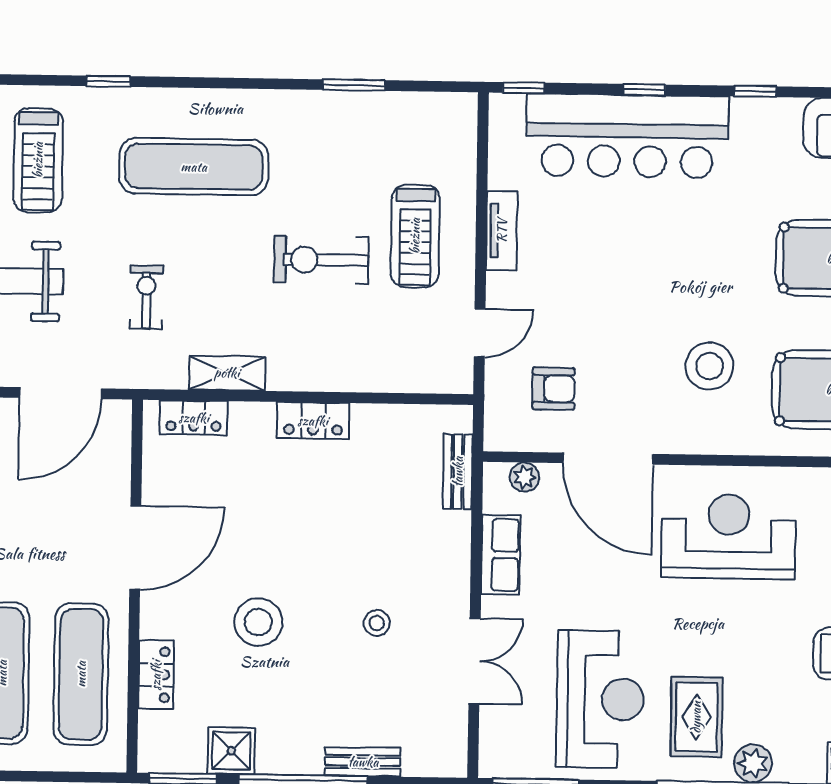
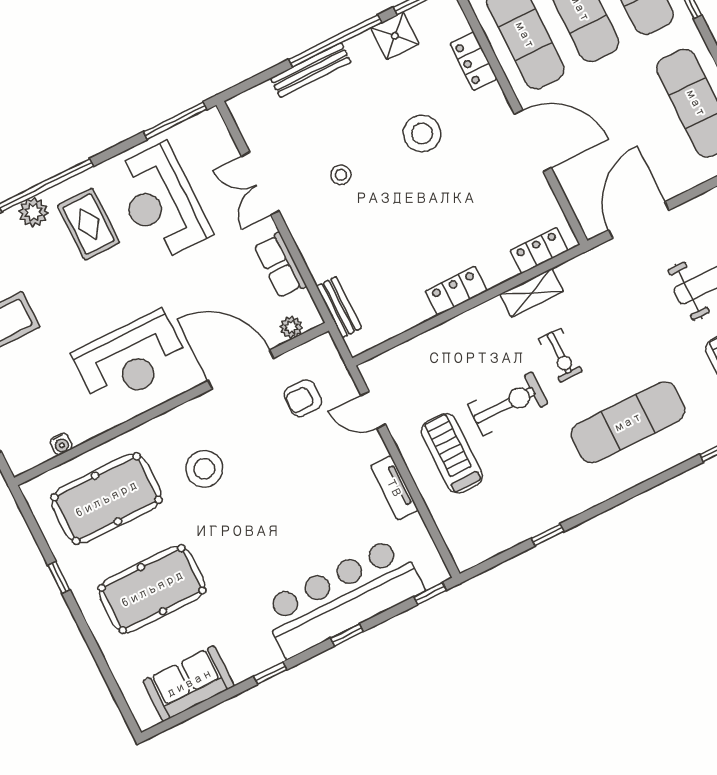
window: (354, 85) -> (547, 535), width x0.67
exercise bike: (146, 297) -> (560, 355), moved
door: (480, 333) -> (373, 410), hinge flipped
door: (135, 548) -> (533, 141), swing flipped
bench: (363, 762) -> (311, 70), width x1.36

